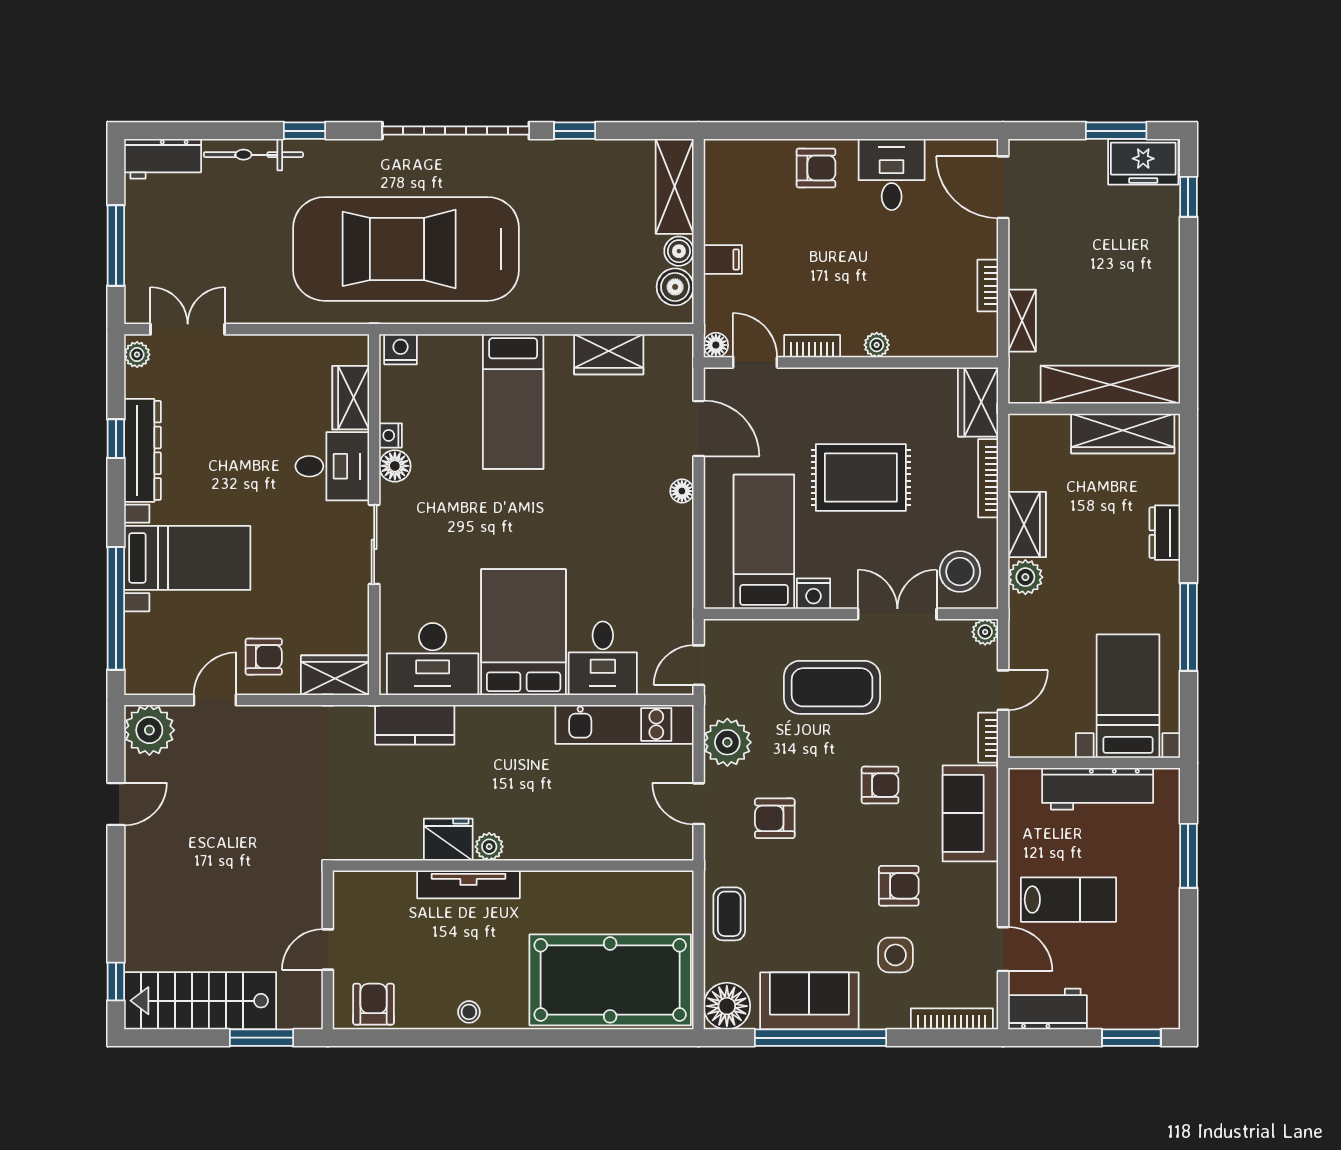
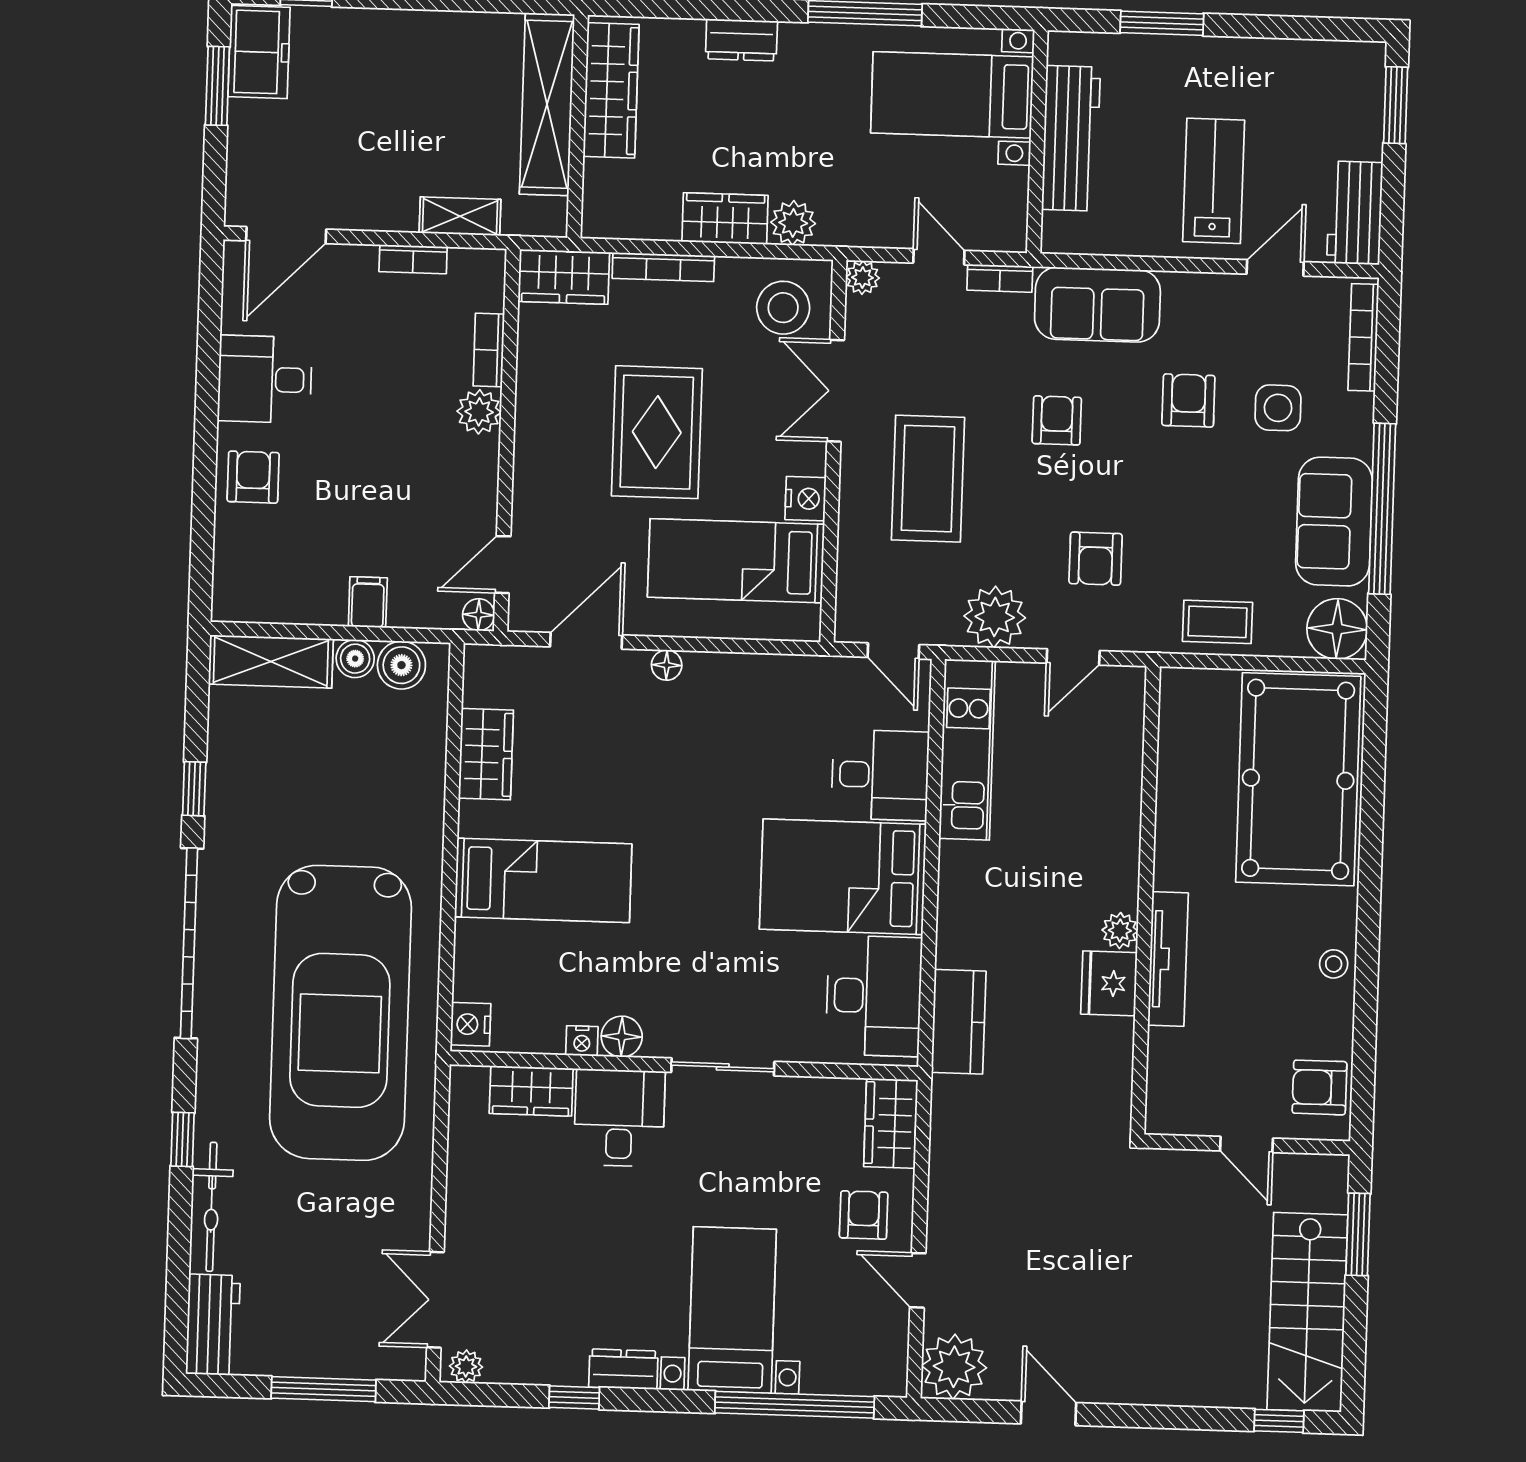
plant: (877, 345) -> (479, 412), width x1.38, depth x1.38
bookcase: (812, 346) -> (489, 350), moved
dresser: (143, 450) -> (623, 1369), width x0.51, depth x0.80

